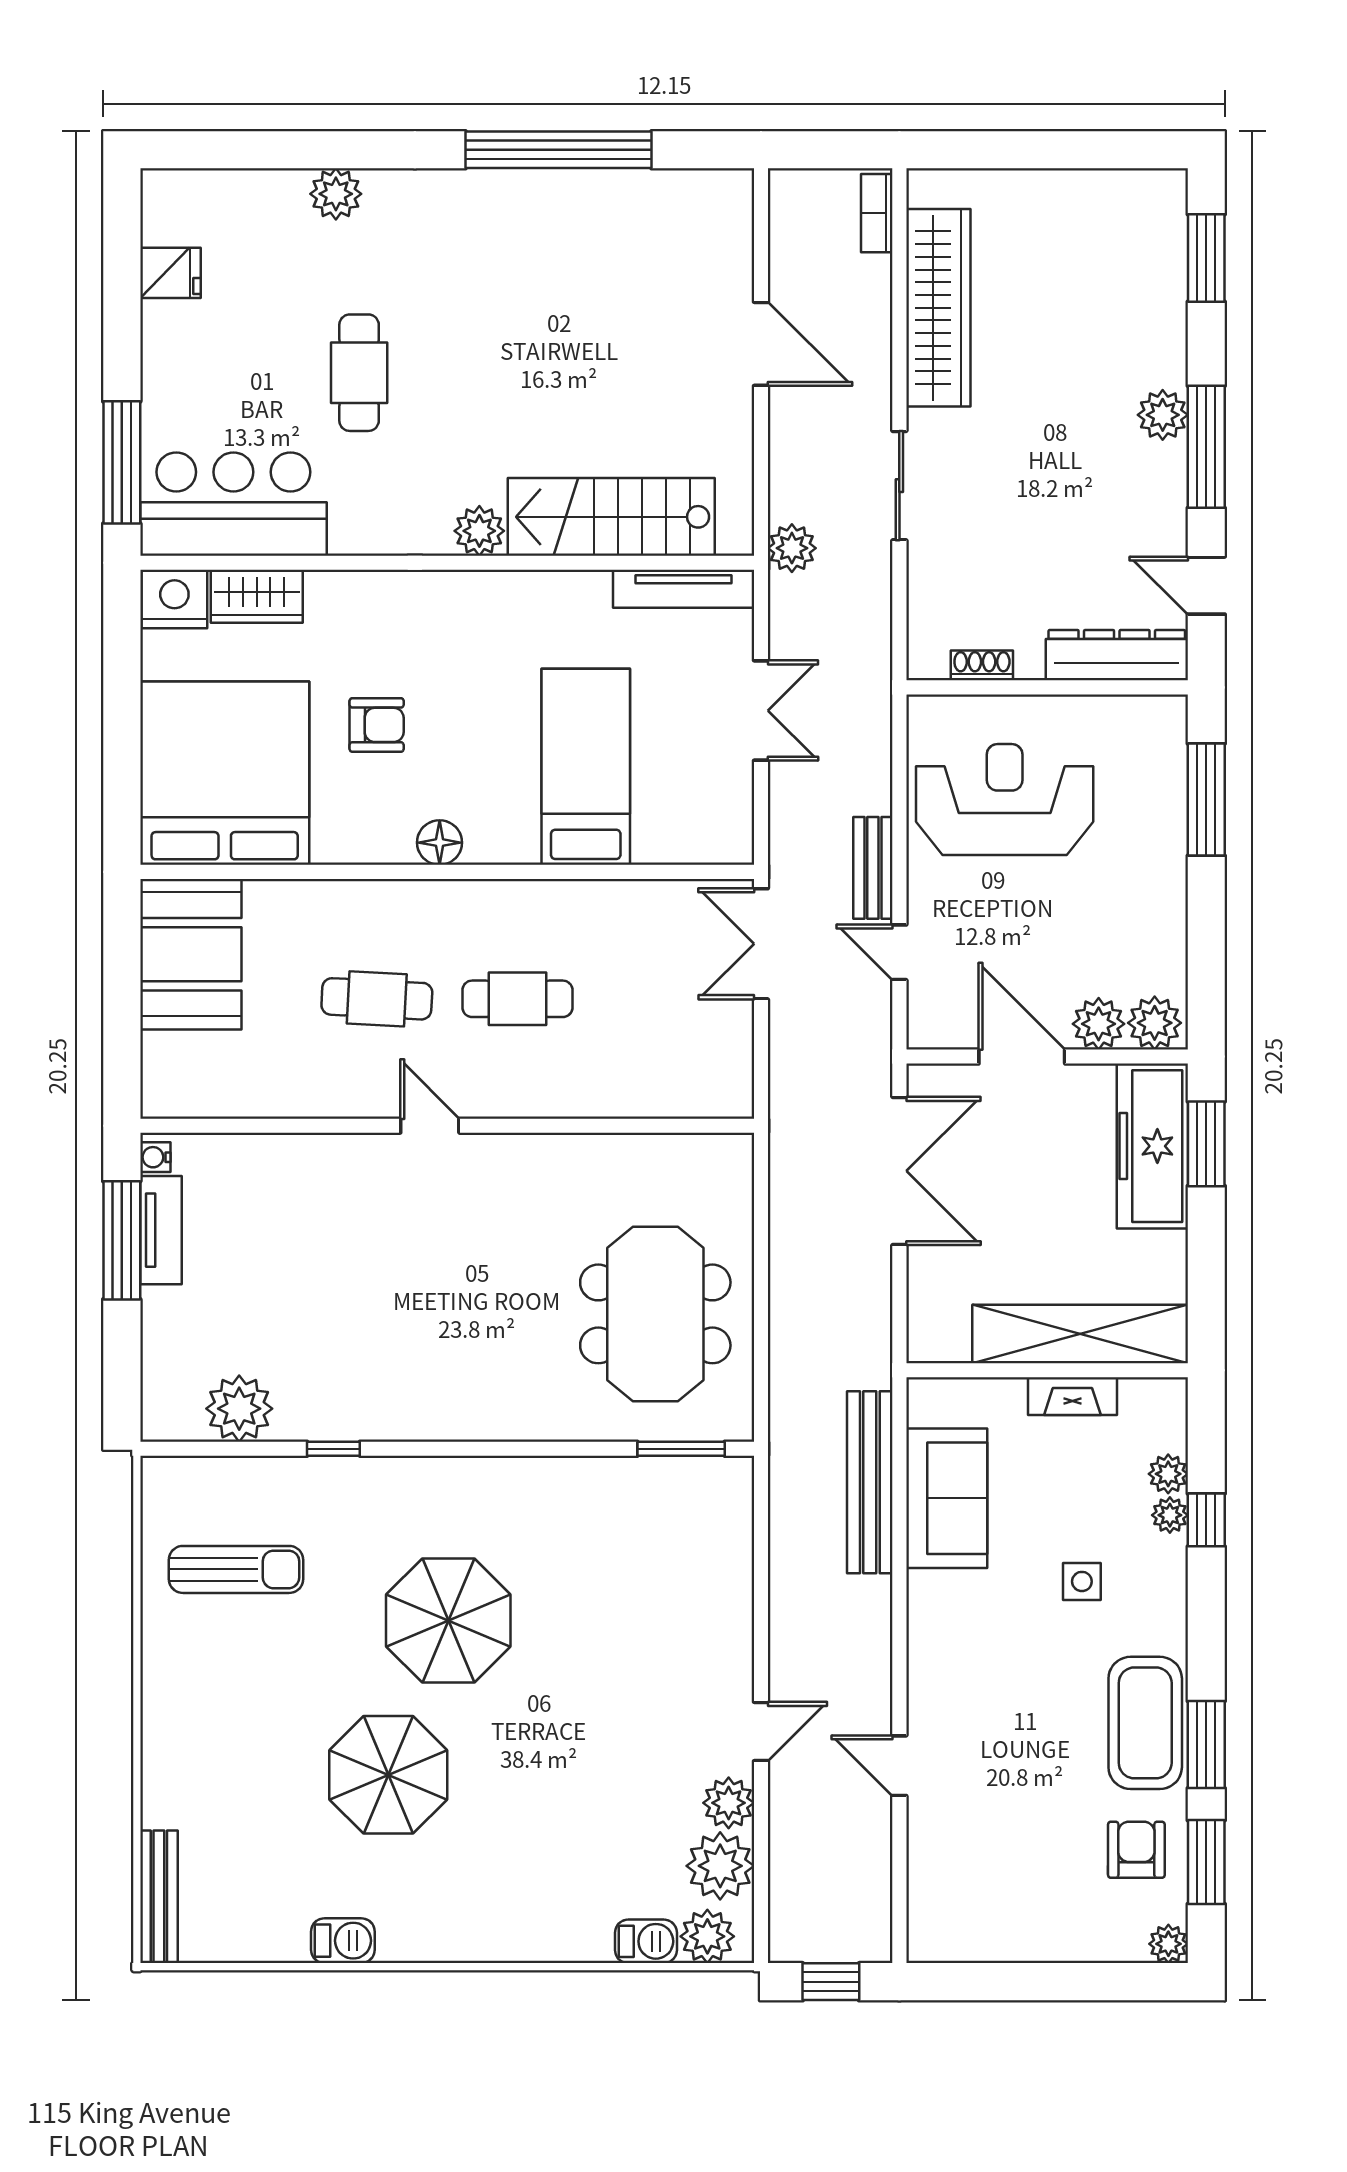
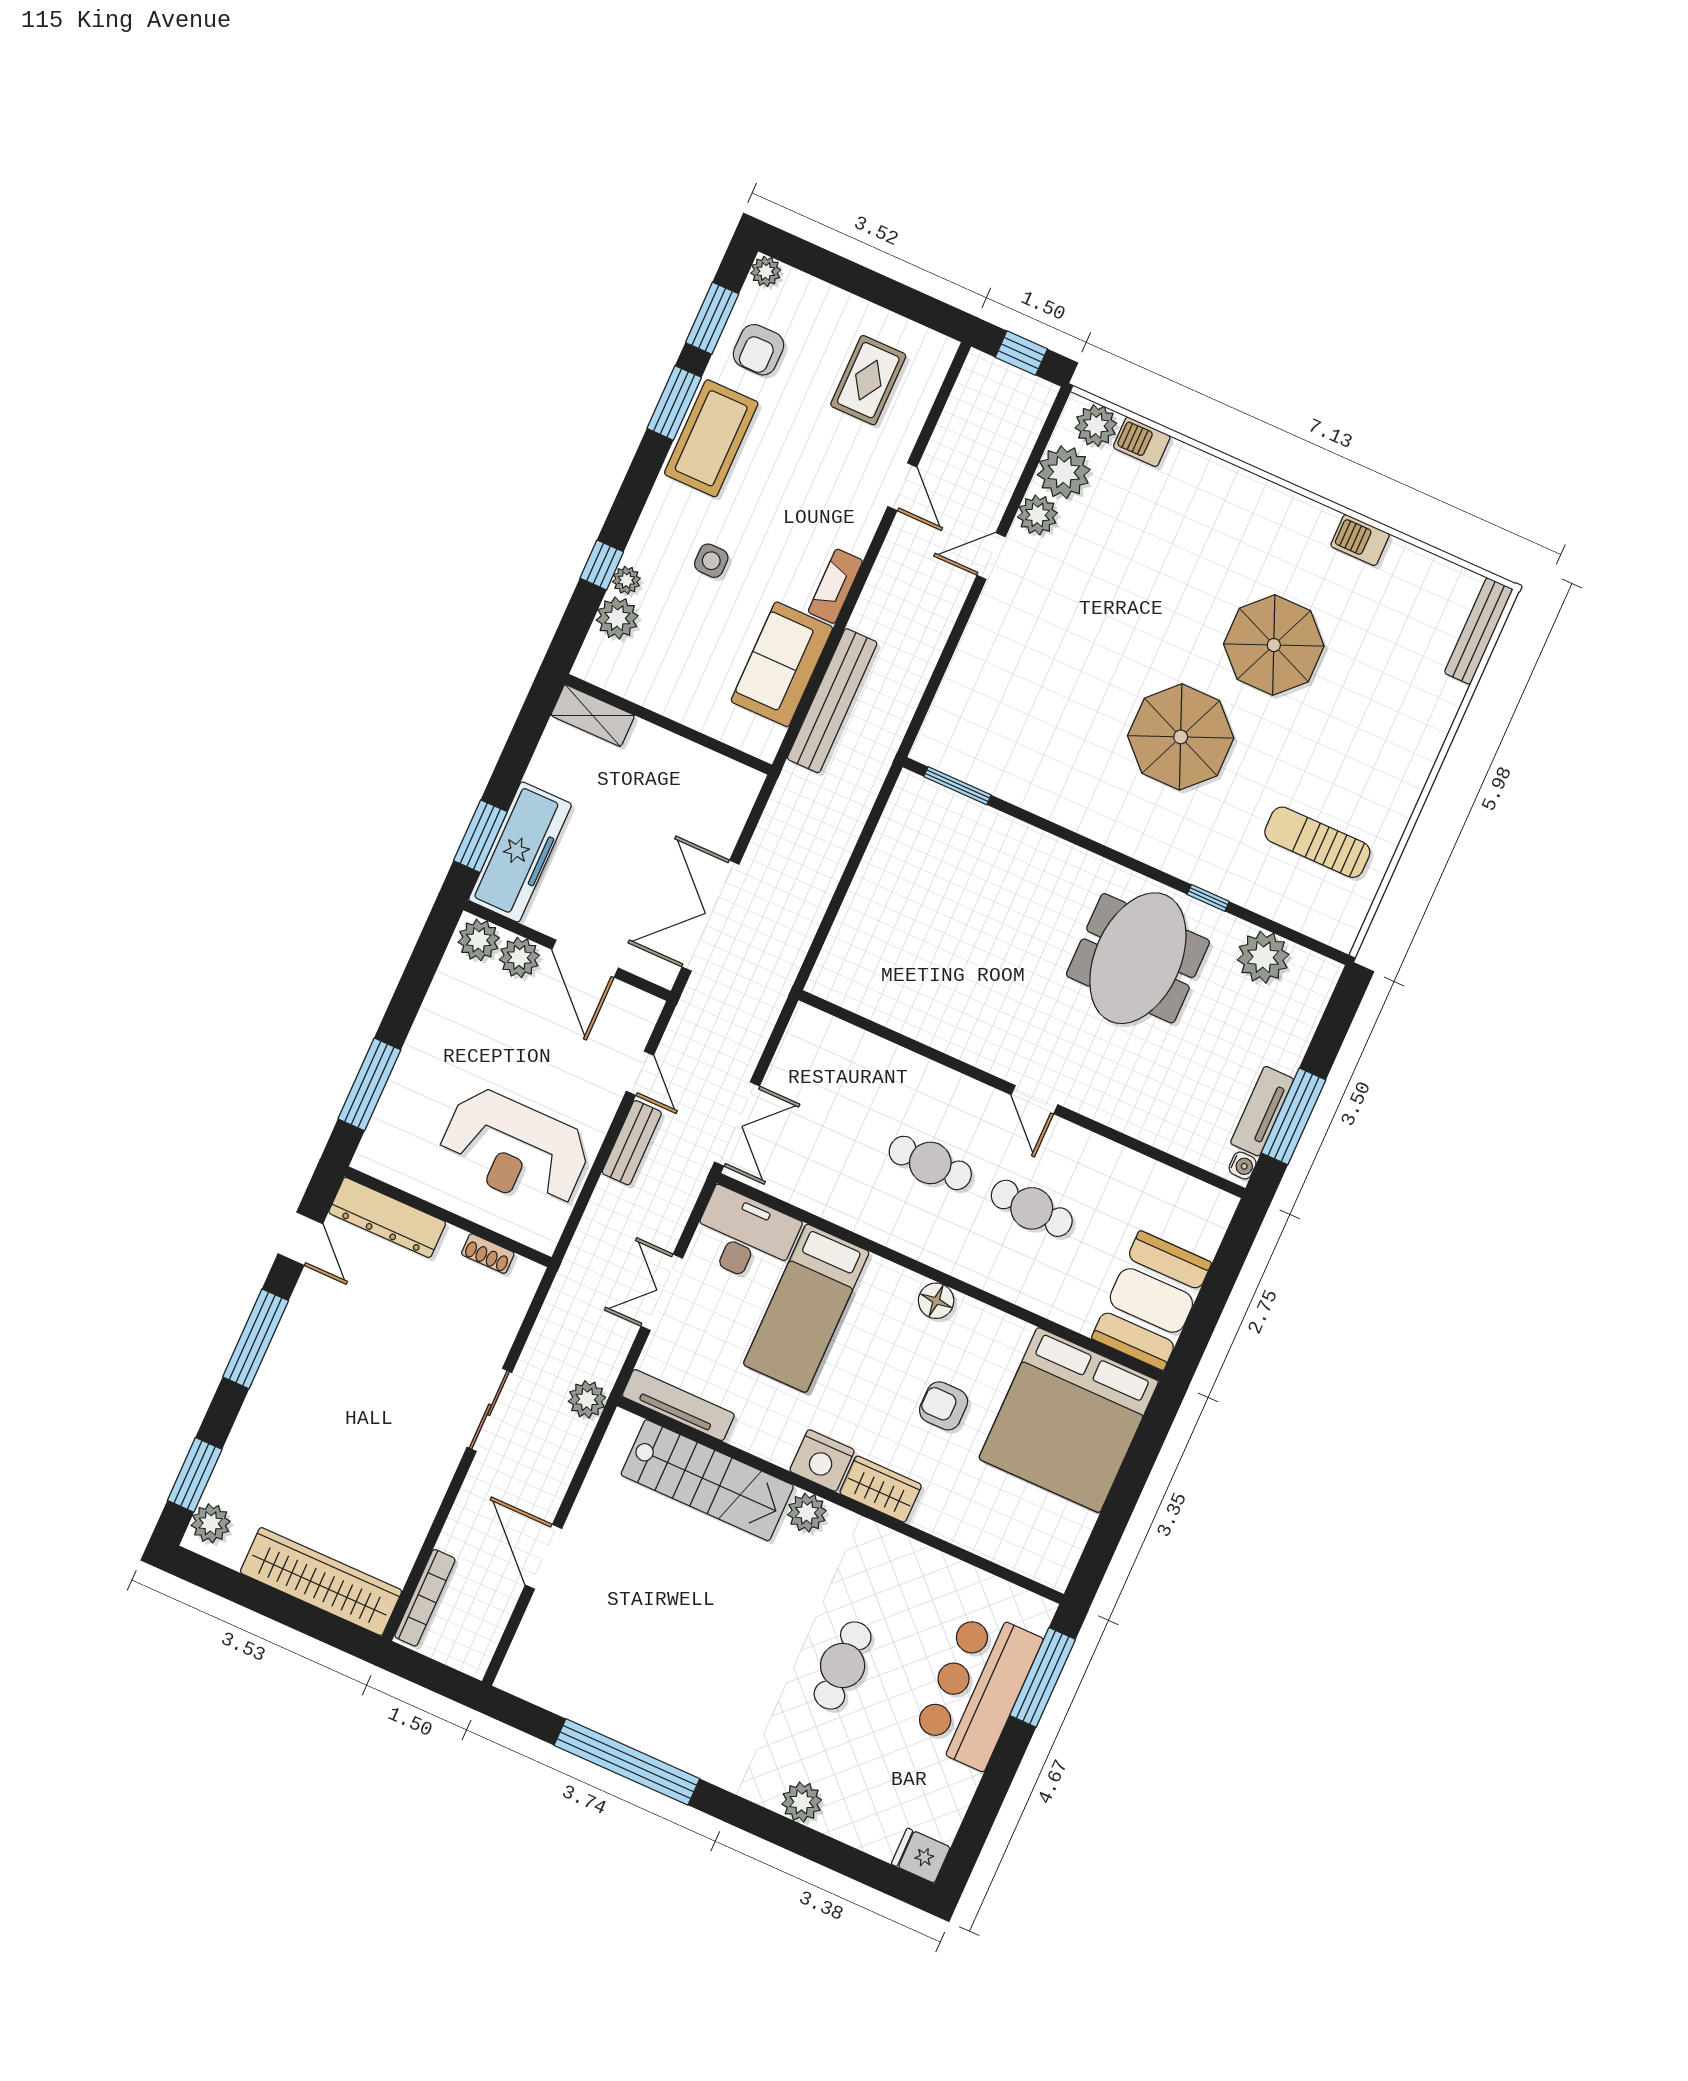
bookcase: (877, 213) -> (425, 1598), width x1.56
fridge: (170, 273) -> (921, 1856), moved
wardrobe: (938, 308) -> (321, 1582), moved, turned 90
plant: (1163, 415) -> (211, 1523), moved
bar counter: (233, 504) -> (977, 1689), moved, turned 90
wardrobe: (257, 596) -> (881, 1489), moved
nightstand: (174, 599) -> (822, 1461), moved
desk: (694, 818) -> (745, 1237), added
meeting table: (655, 1314) -> (1138, 958), moved
shelving: (1080, 1334) -> (593, 715), width x0.45, depth x0.75
fireplace: (1072, 1396) -> (835, 586), moved, turned -90
plant: (1168, 1474) -> (617, 618), width x1.38, depth x1.38
rug: (994, 1871) -> (868, 380), added

